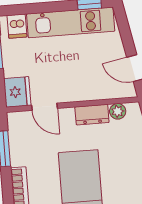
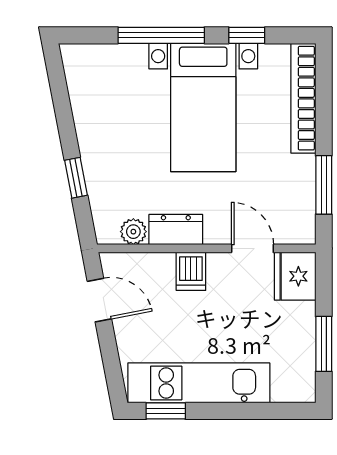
dishwasher: (17, 26) -> (191, 271), moved, turned 180

